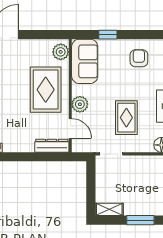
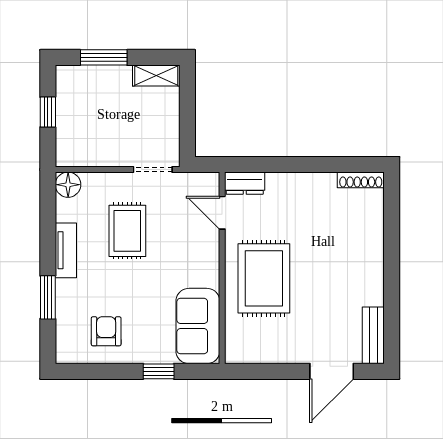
plant: (61, 52) -> (239, 342), removed
armchair: (139, 58) -> (106, 331), turned 180
plant: (80, 104) -> (206, 254), removed
dresser: (52, 146) -> (245, 183), width x0.70

